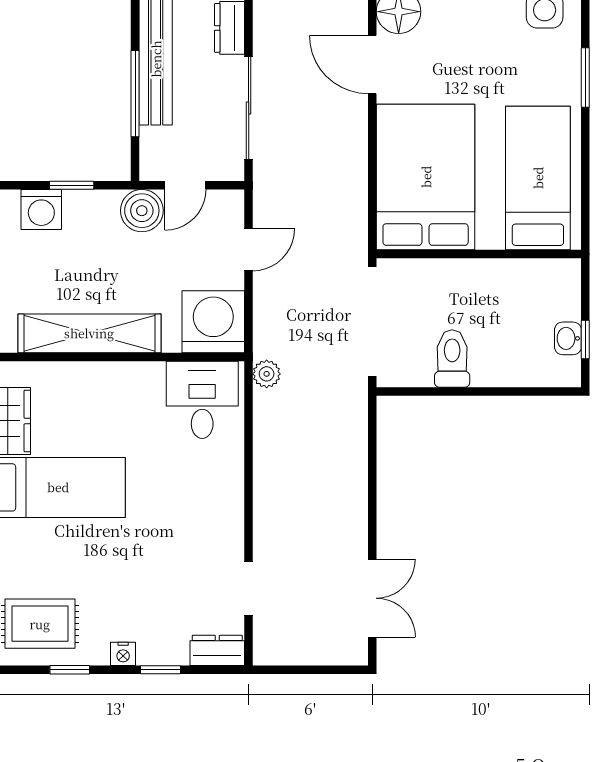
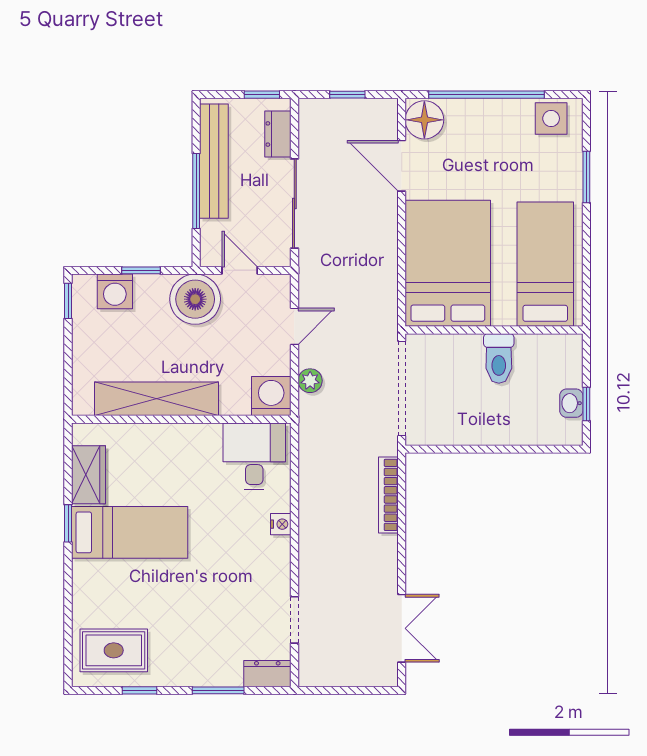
door: (185, 185) -> (240, 270), swing flipped
boiler: (142, 211) -> (195, 299), width x1.37, depth x1.37
washing machine: (213, 322) -> (271, 396), width x0.73, depth x0.73
toilet: (452, 358) -> (499, 358), moved, turned 180
plant: (267, 374) -> (310, 381), moved
bookcase: (357, 444) -> (388, 495), added
nightstand: (123, 654) -> (281, 524), moved, turned -90
window: (161, 670) -> (218, 690), width x1.50

